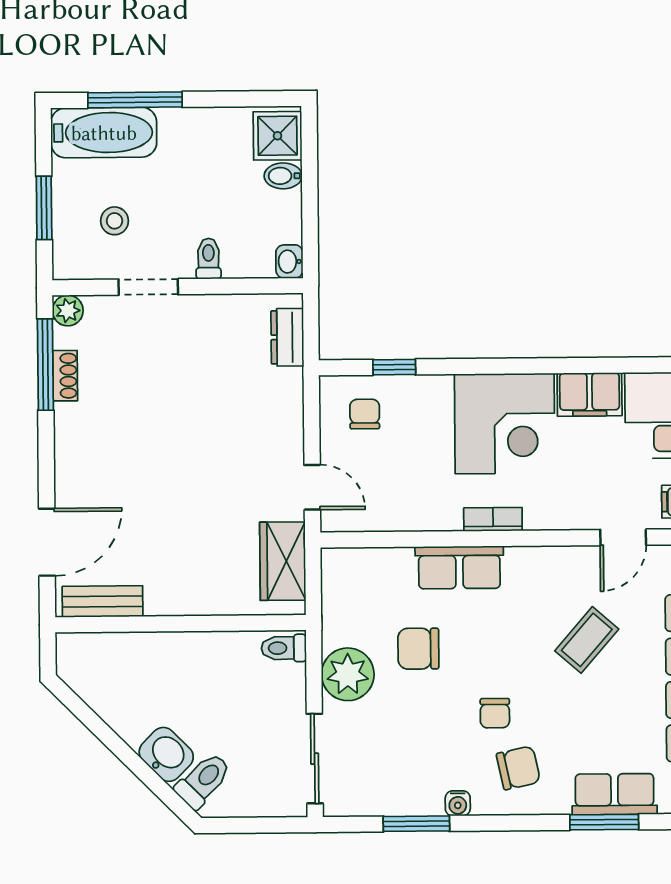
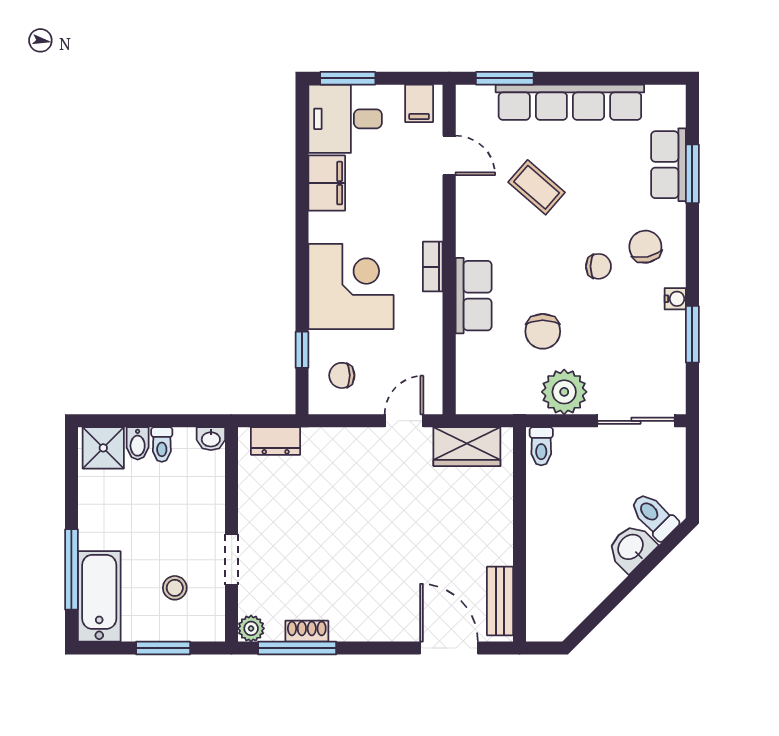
toilet: (208, 259) -> (162, 445), moved, turned -90
corner desk: (505, 424) -> (351, 286), moved

